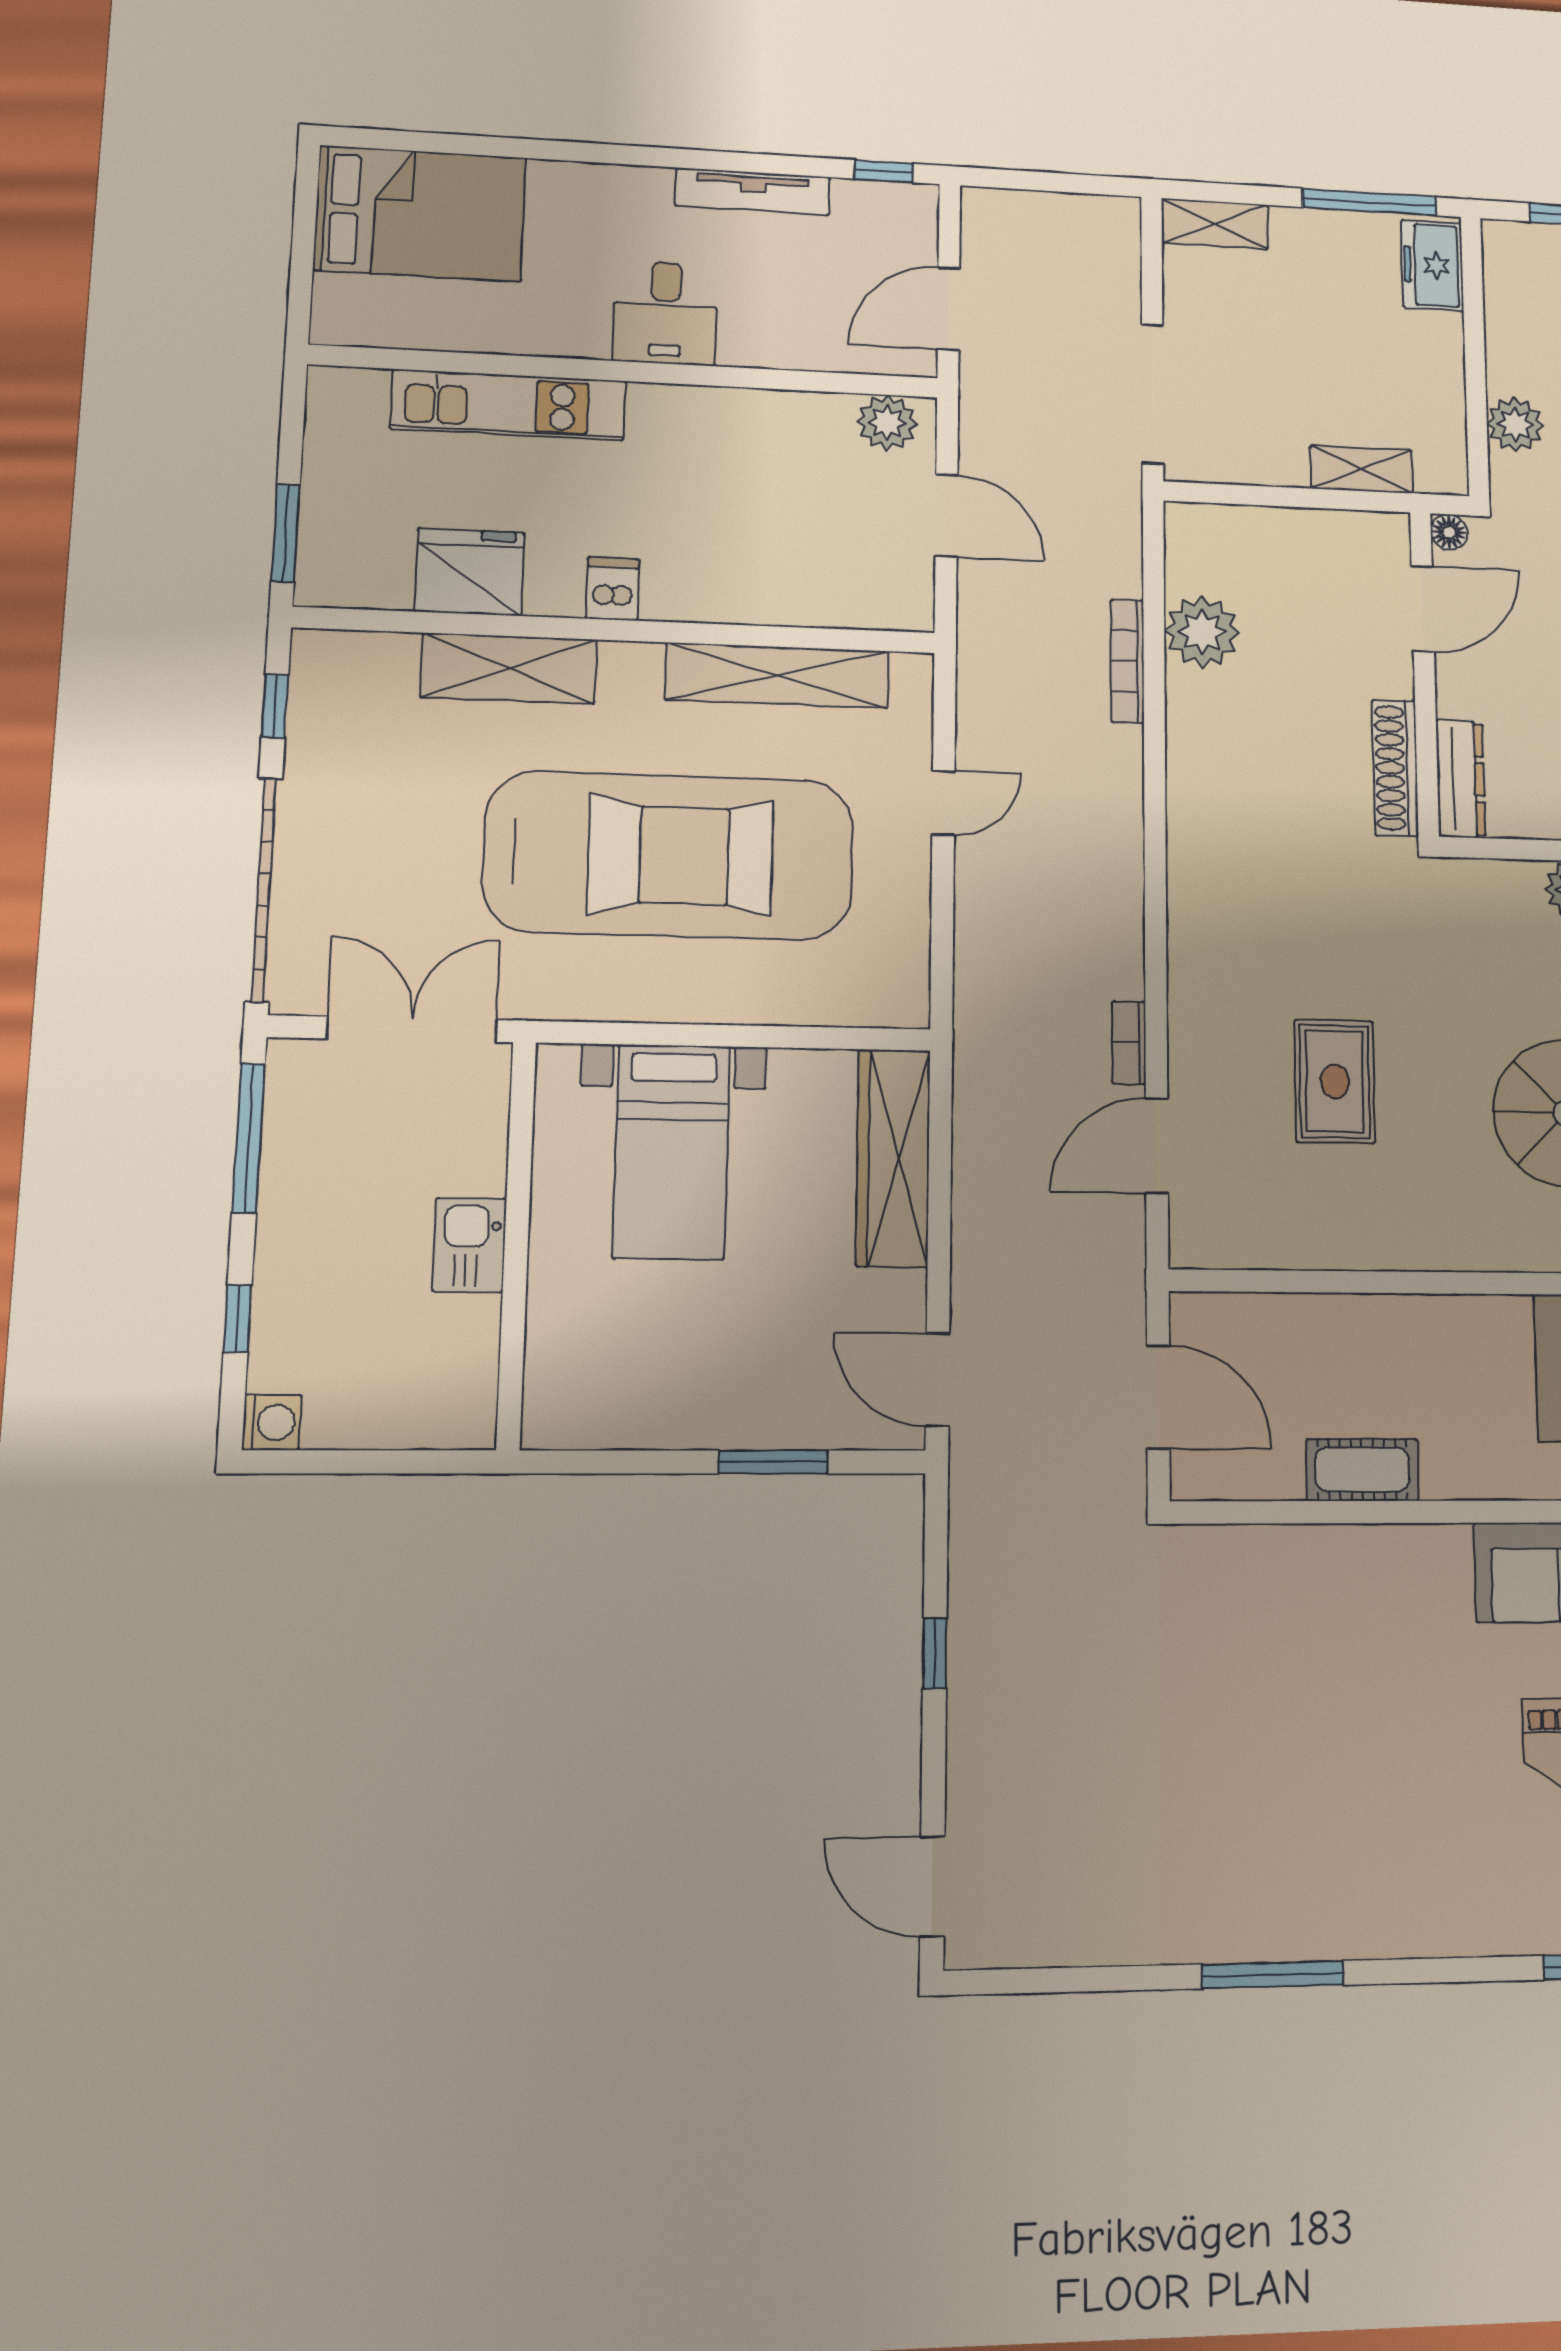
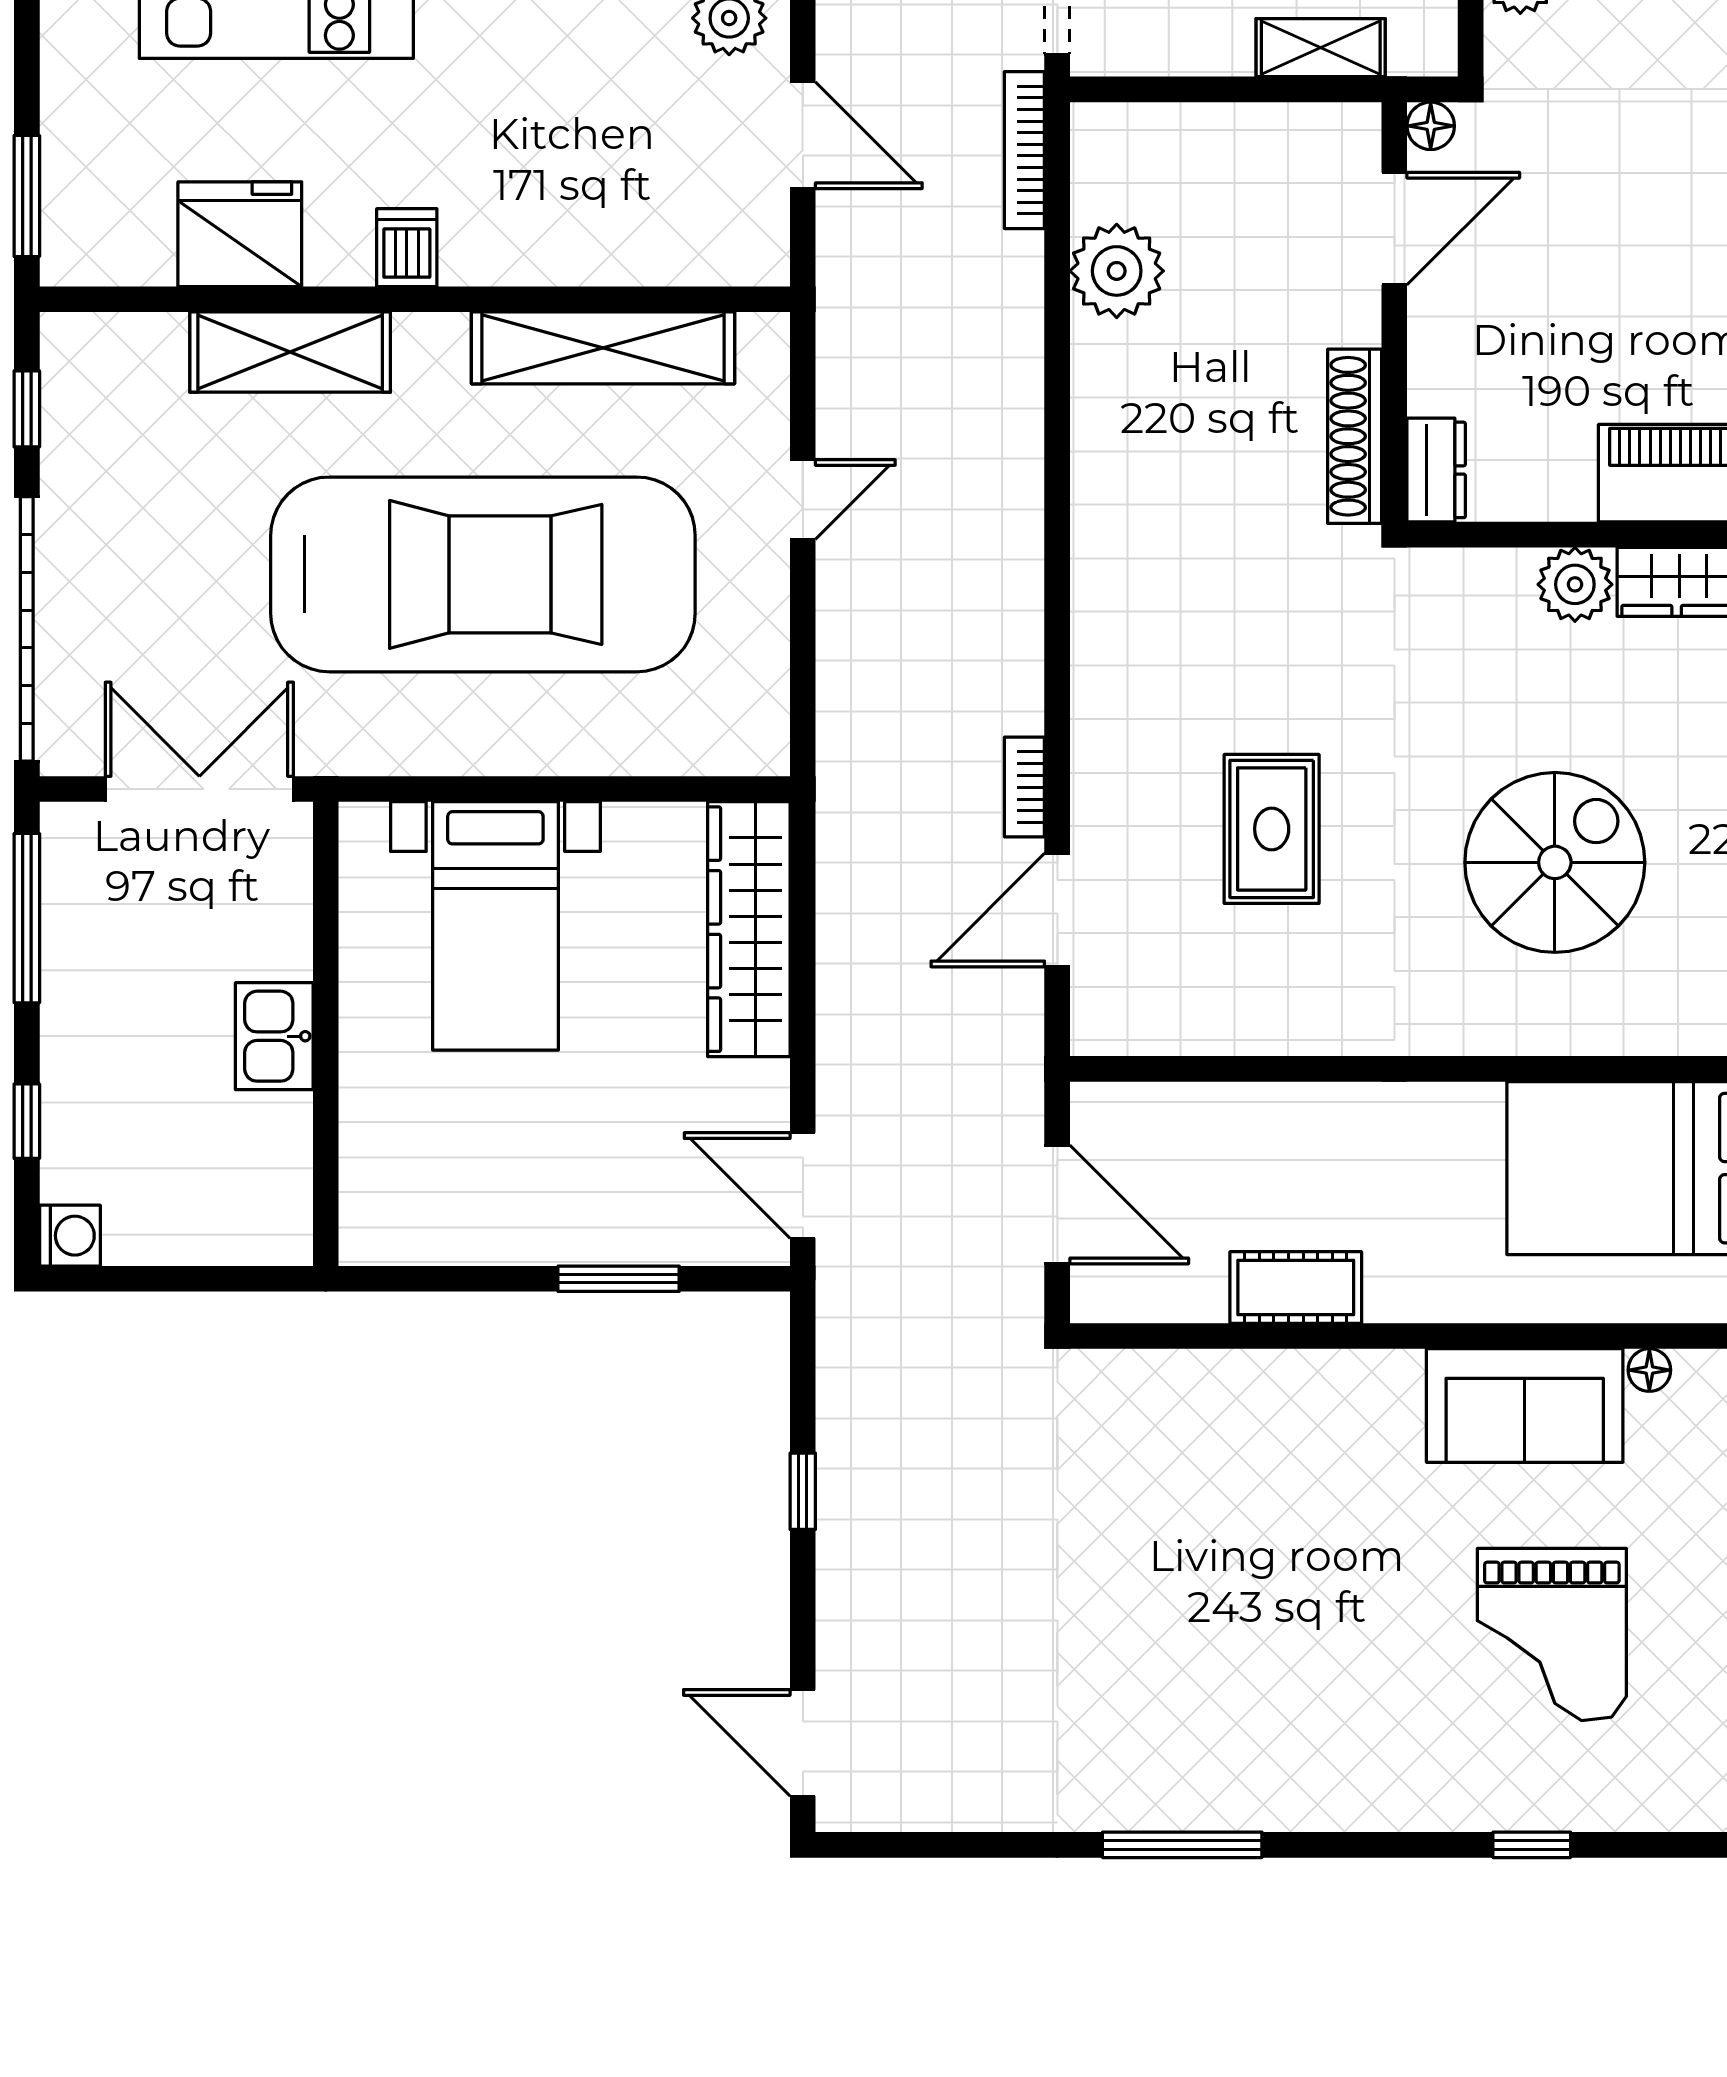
bookcase: (1127, 661) -> (1024, 150), moved
dresser: (1461, 779) -> (1436, 470), width x0.70

